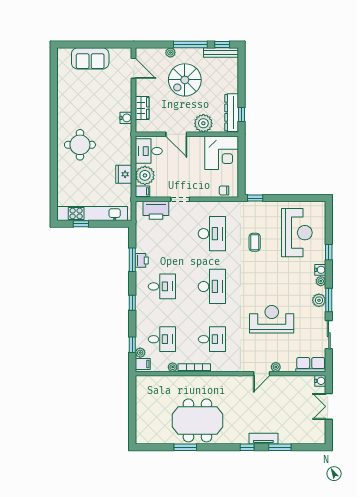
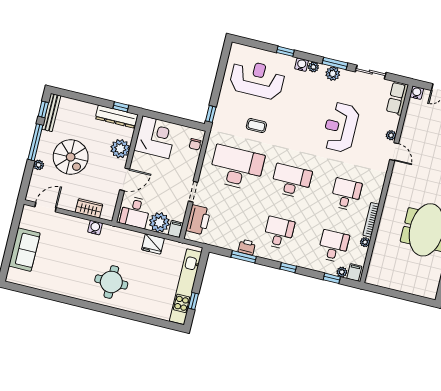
desk: (212, 234) -> (237, 168), width x1.36, depth x1.30

